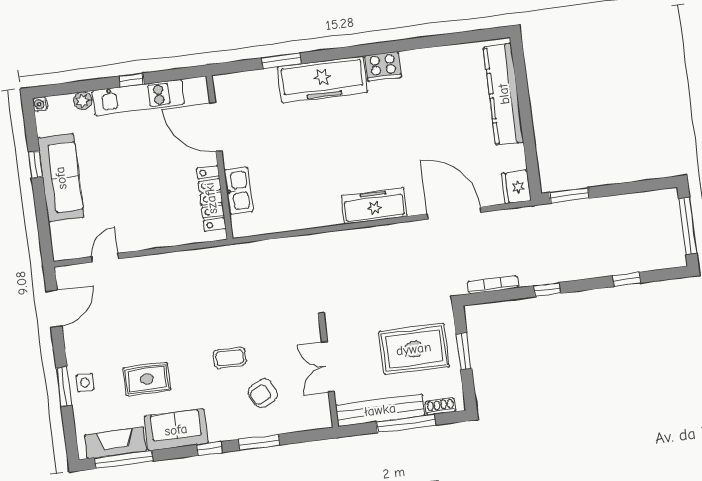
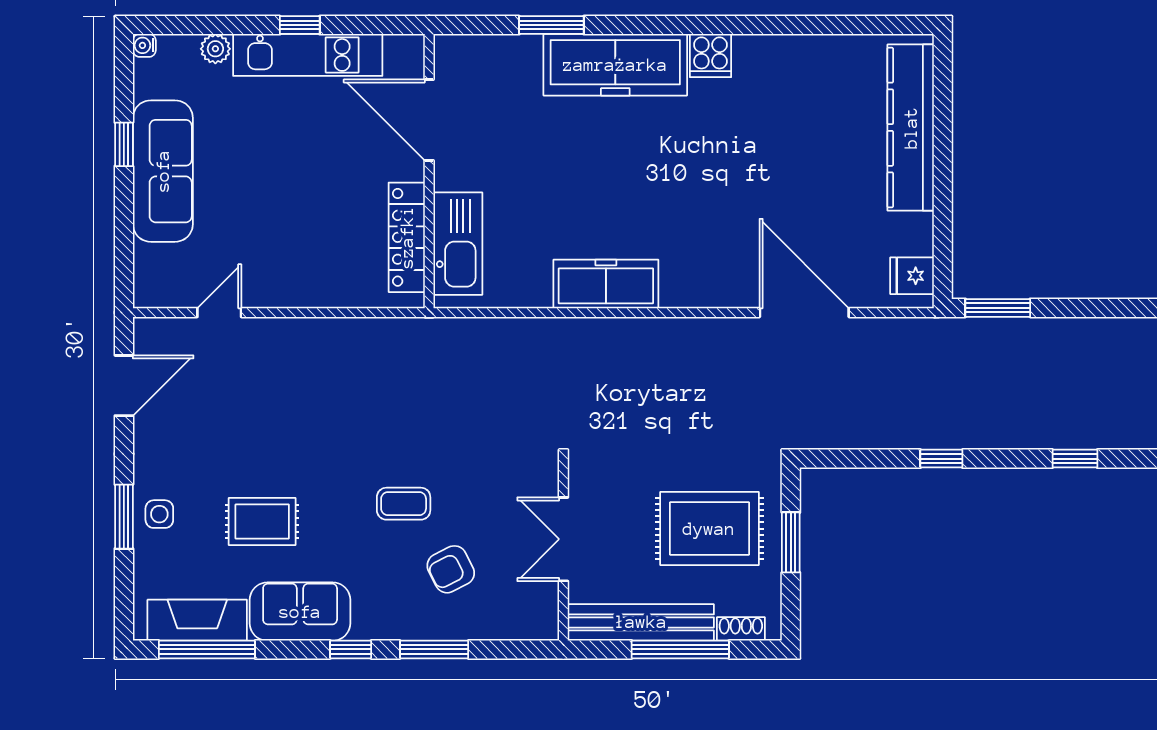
cooker: (383, 66) -> (710, 56), width x0.73
fridge: (516, 187) -> (912, 276), width x0.72
kitchen sink: (238, 191) -> (458, 244), width x1.36, depth x1.24
freezer: (374, 206) -> (606, 284), moved
bookcase: (493, 285) -> (853, 439), removed

